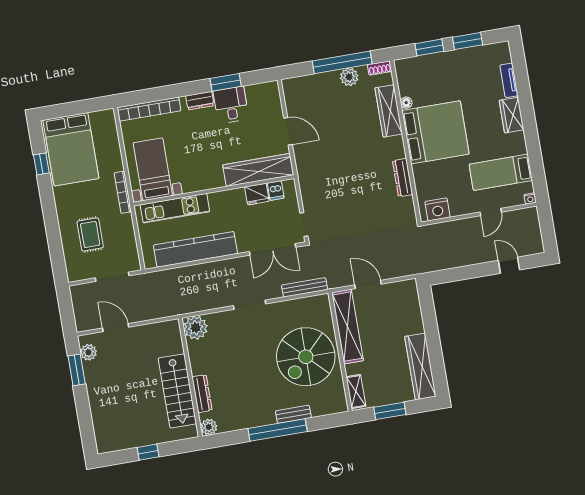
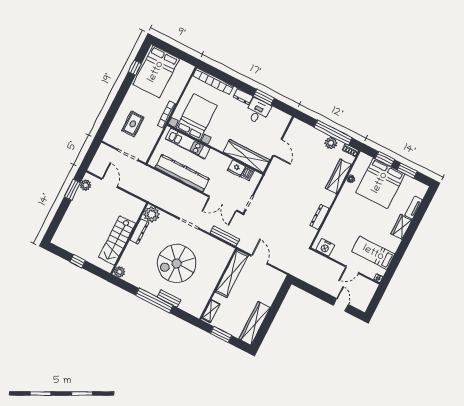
bed: (435, 132) -> (380, 183), moved, turned 90
bed with nightstands: (153, 169) -> (197, 117), width x1.36
spiral stairs: (306, 357) -> (177, 263), moved
dresser: (202, 394) -> (139, 231), moved

